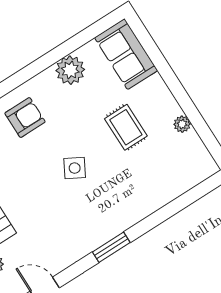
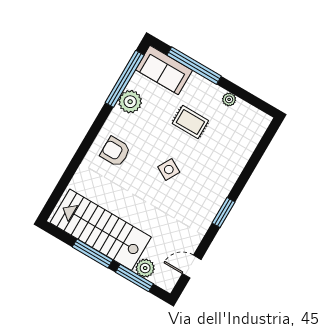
window: (77, 41) -> (125, 79), added
window: (162, 66) -> (194, 66), added
armchair: (25, 118) -> (115, 152), turned -90

